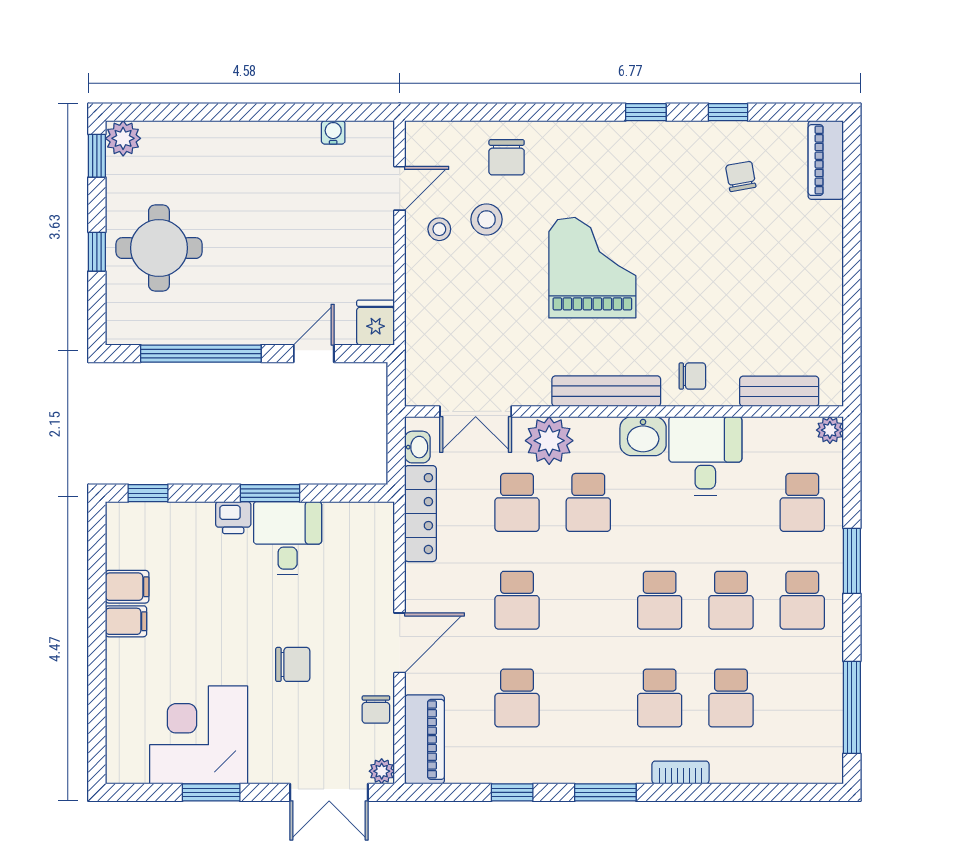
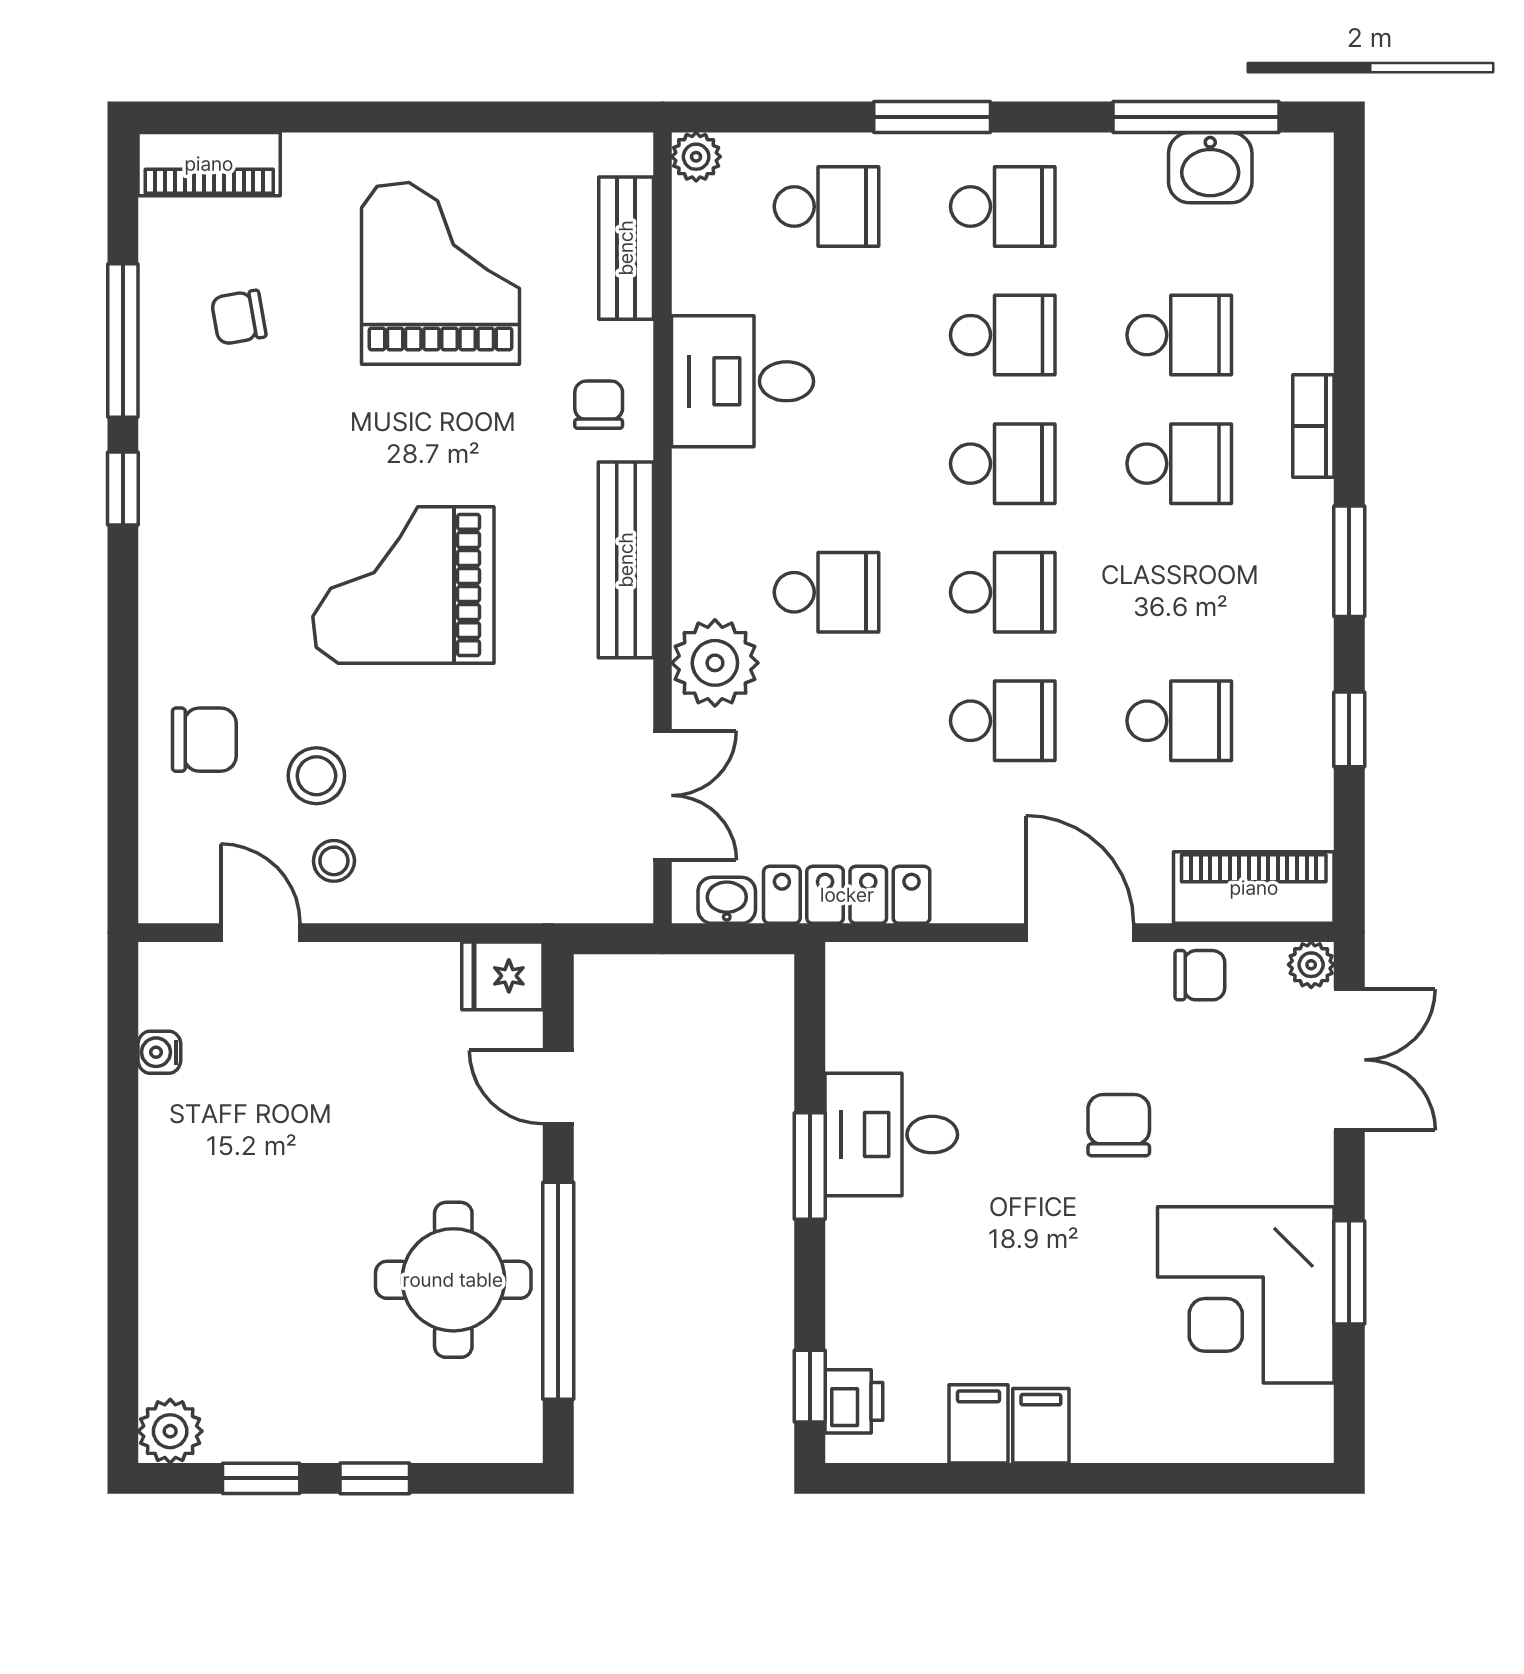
window: (728, 112) -> (123, 341), width x2.17
window: (97, 156) -> (261, 1478), moved
round table: (159, 248) -> (453, 1280), moved
grand piano: (765, 288) -> (440, 273), added
washbasin: (643, 436) -> (1210, 168), moved, turned 90
school desk: (517, 502) -> (1003, 592), moved
printer: (233, 518) -> (854, 1401), moved

